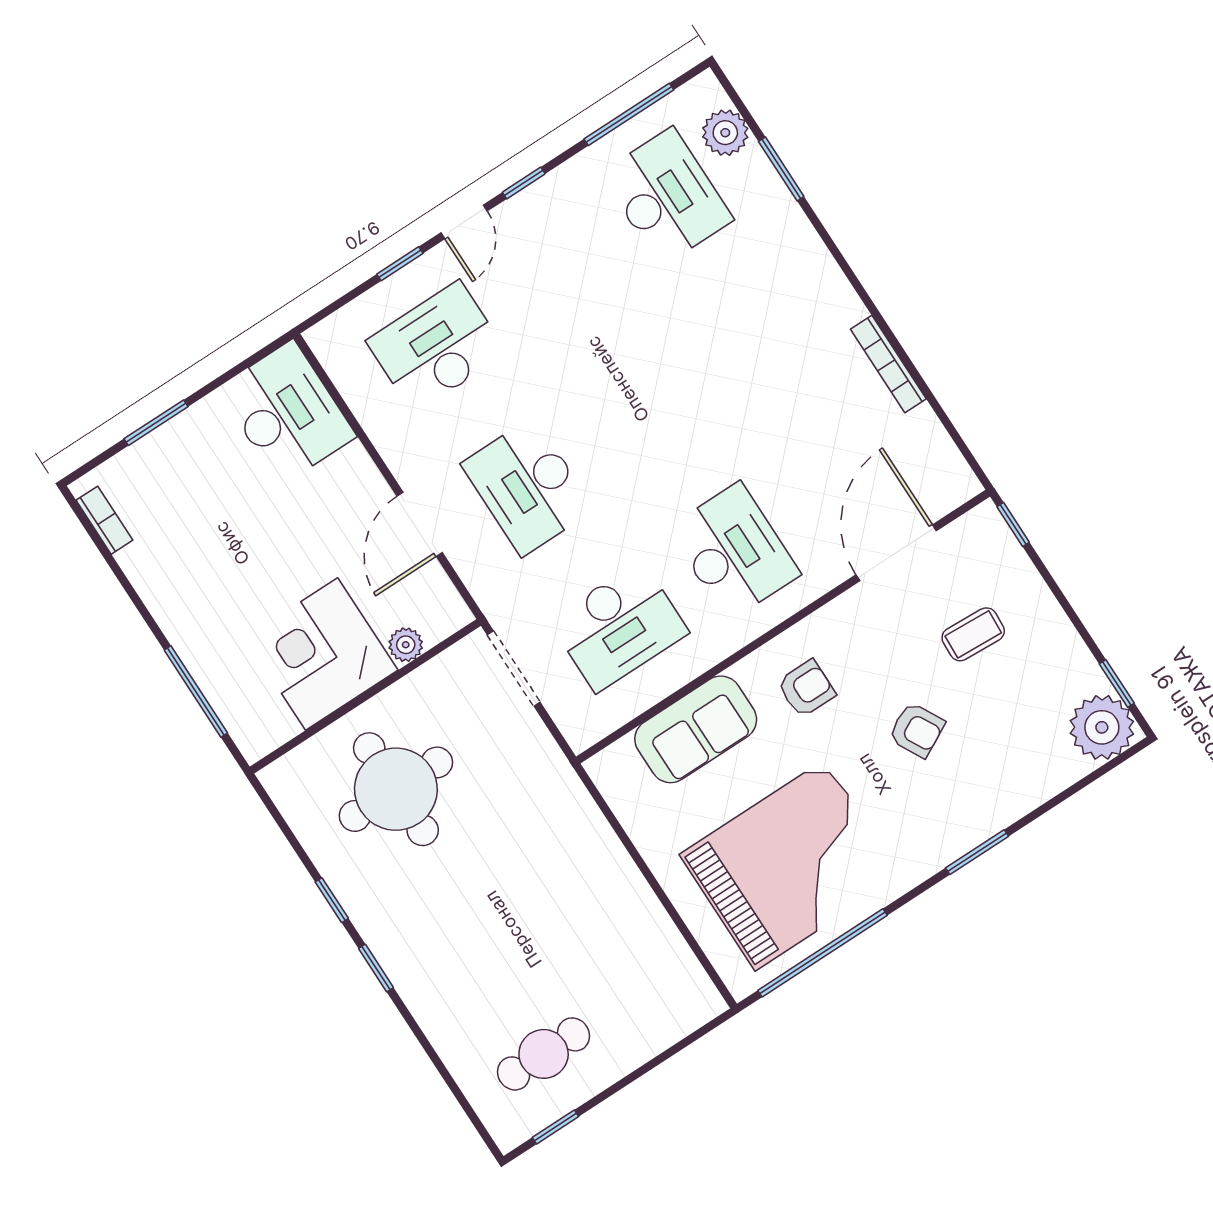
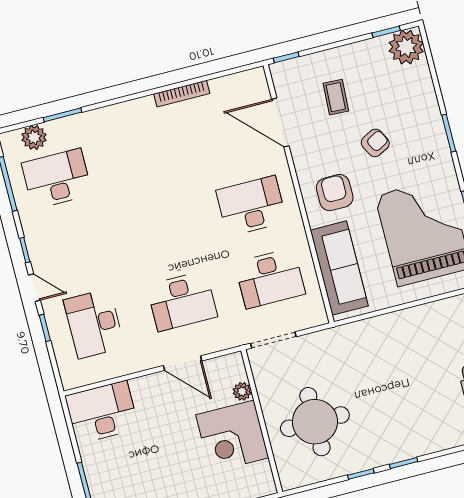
desk: (619, 626) -> (270, 278), turned 90
armchair: (806, 689) -> (335, 193), width x1.38, depth x1.38
sofa: (696, 729) -> (339, 268), width x1.36

